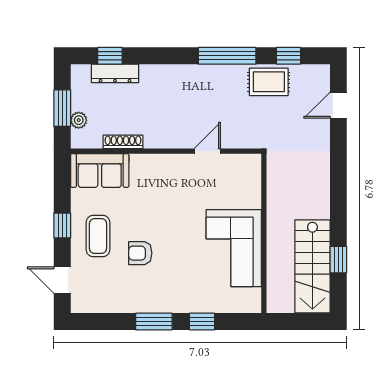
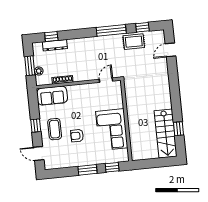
wall: (264, 233) -> (126, 120), moved
corner sofa: (234, 248) -> (112, 130), moved

